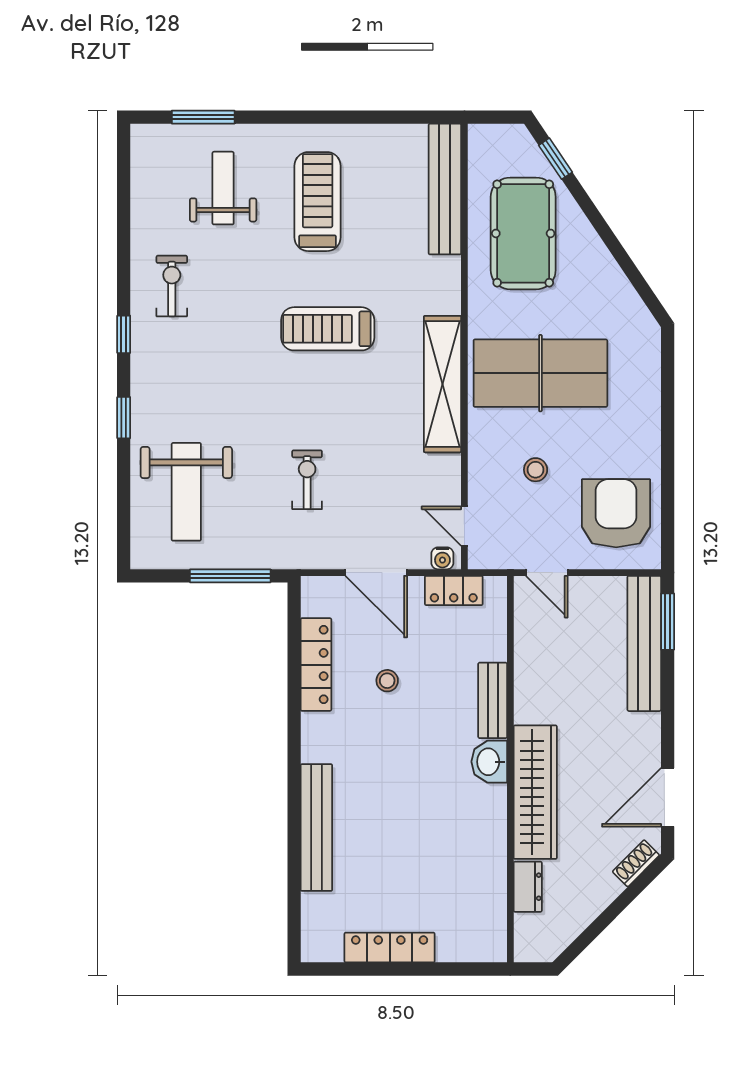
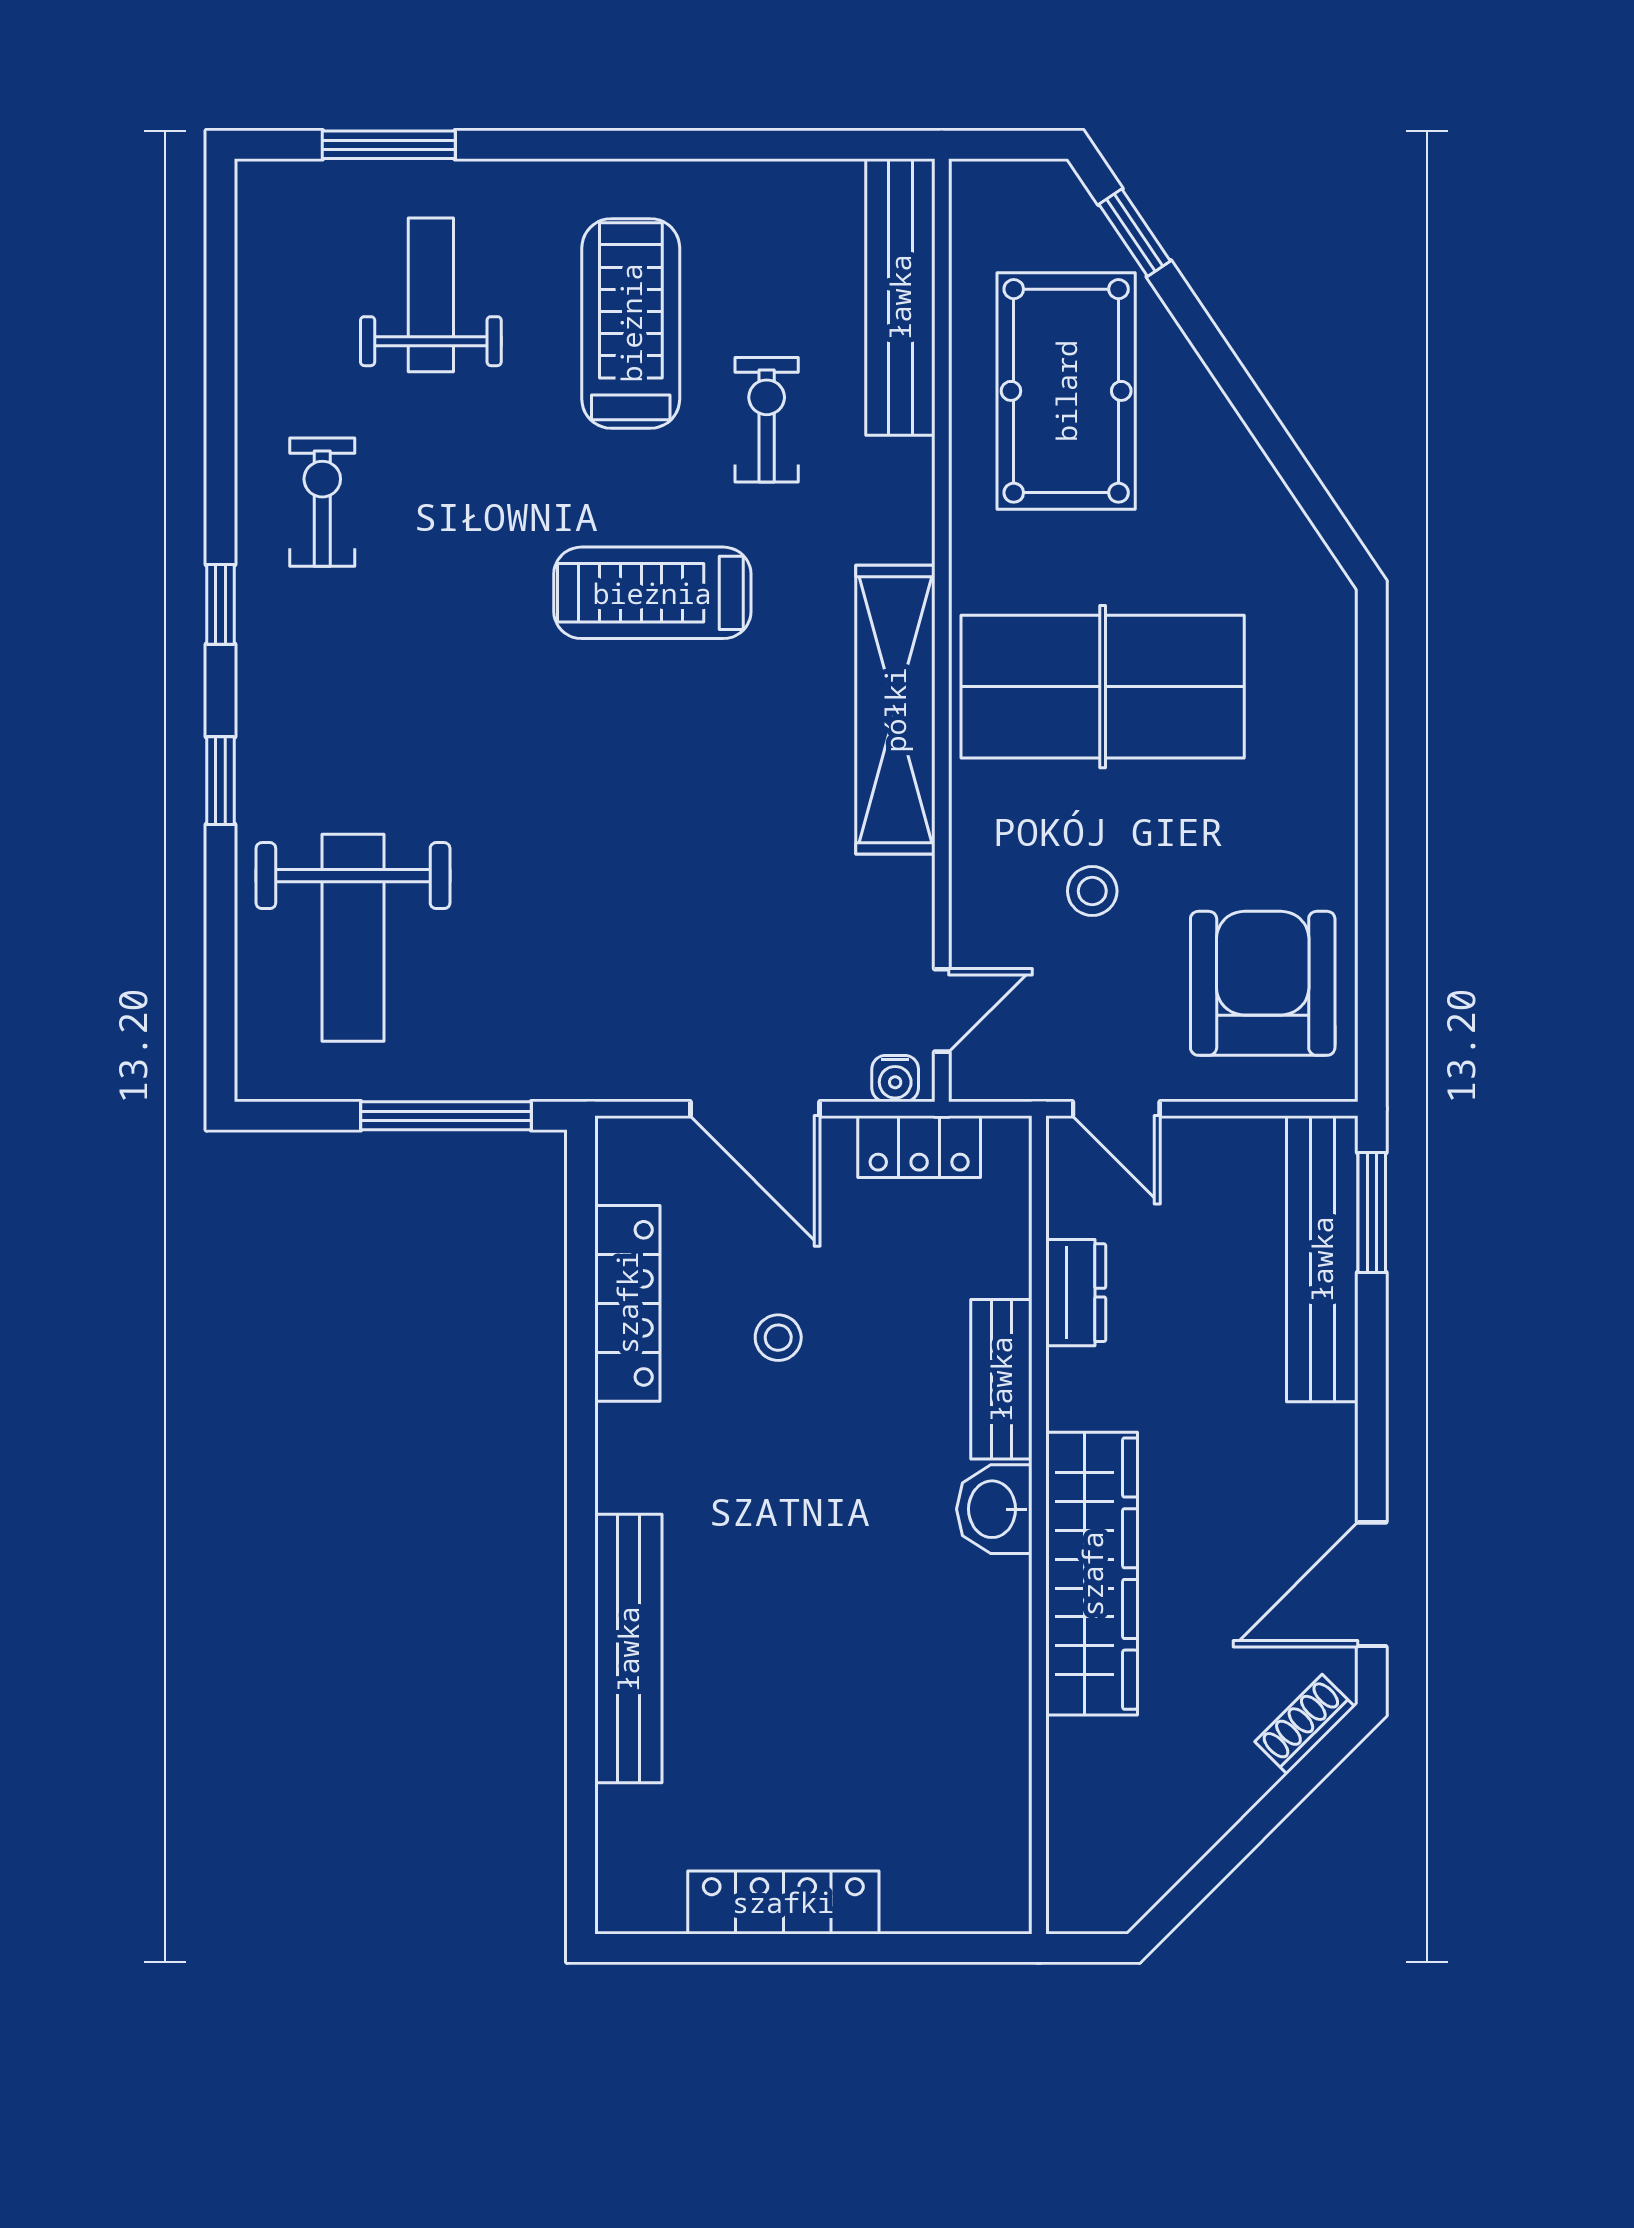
exercise bike: (307, 480) -> (767, 420), moved
door: (464, 526) -> (942, 1010), swing flipped
dresser: (528, 887) -> (1076, 1293), moved

